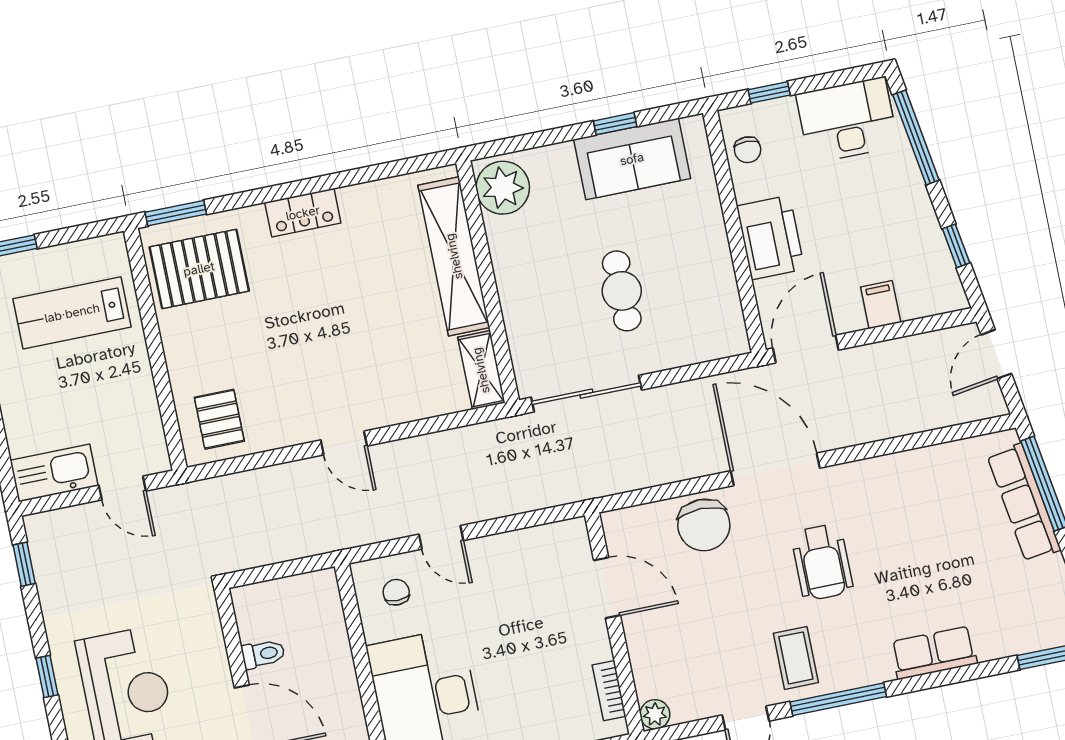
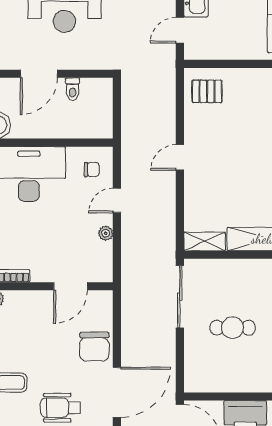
chair: (704, 525) -> (94, 347), turned -90
plant: (502, 545) -> (106, 233), added

